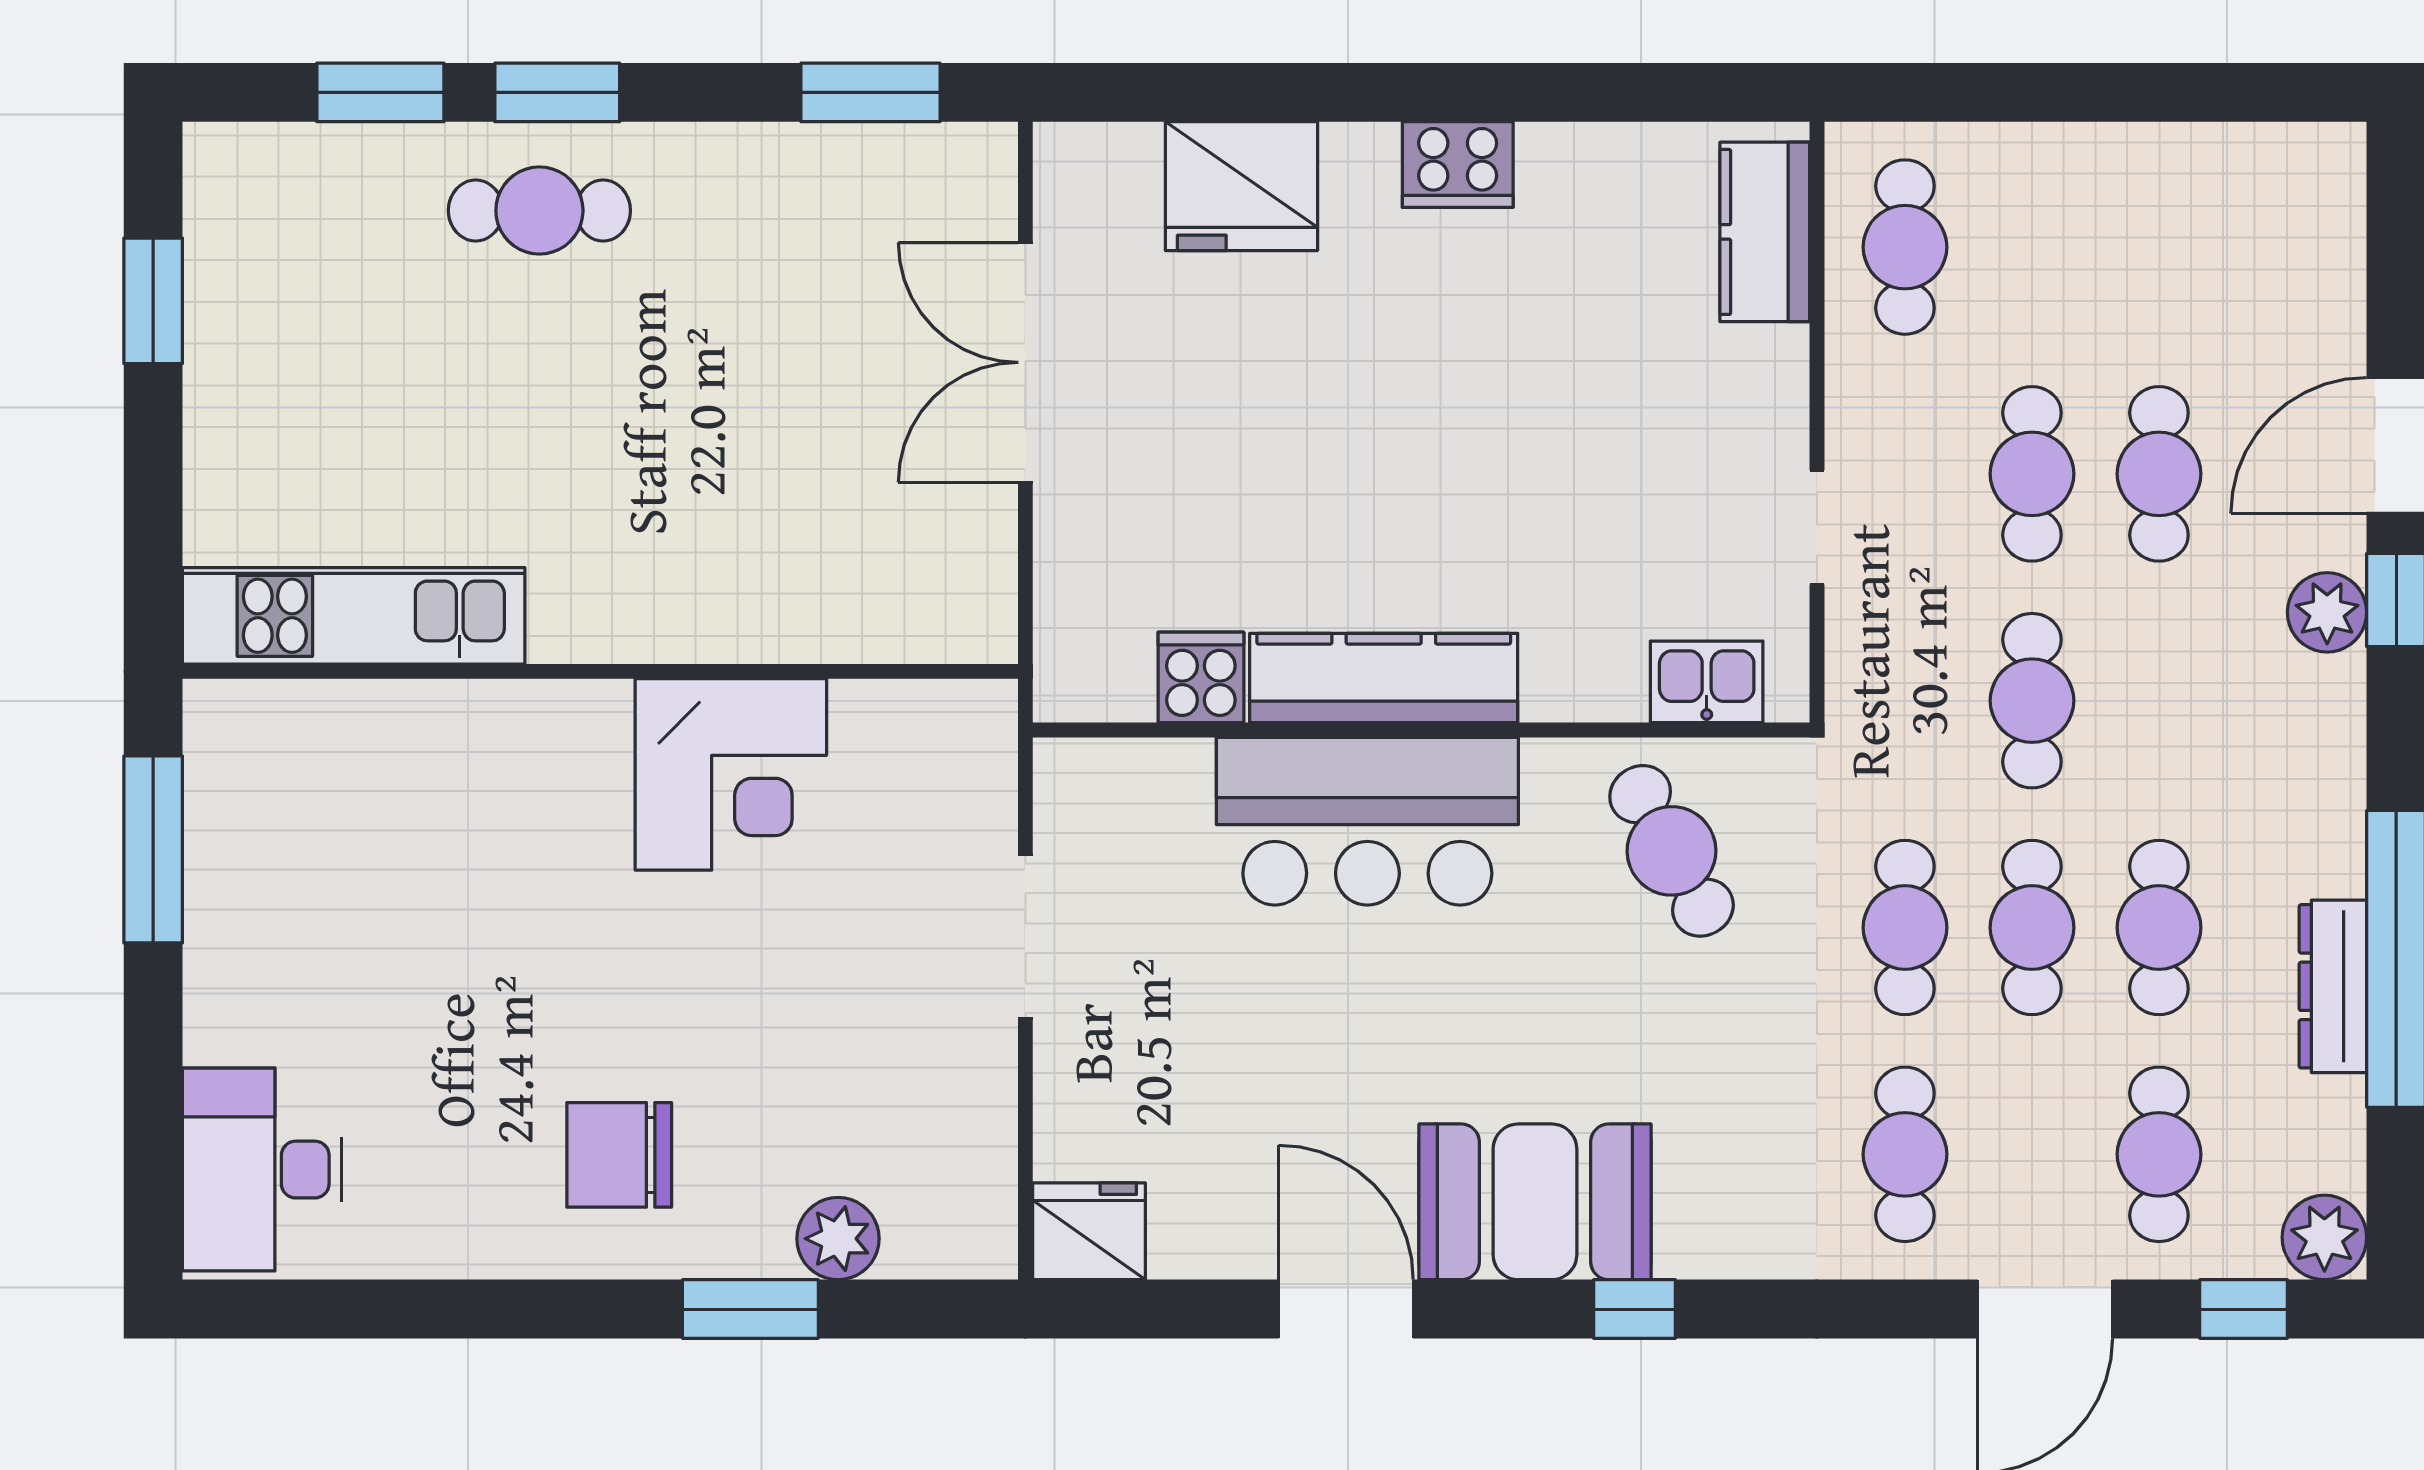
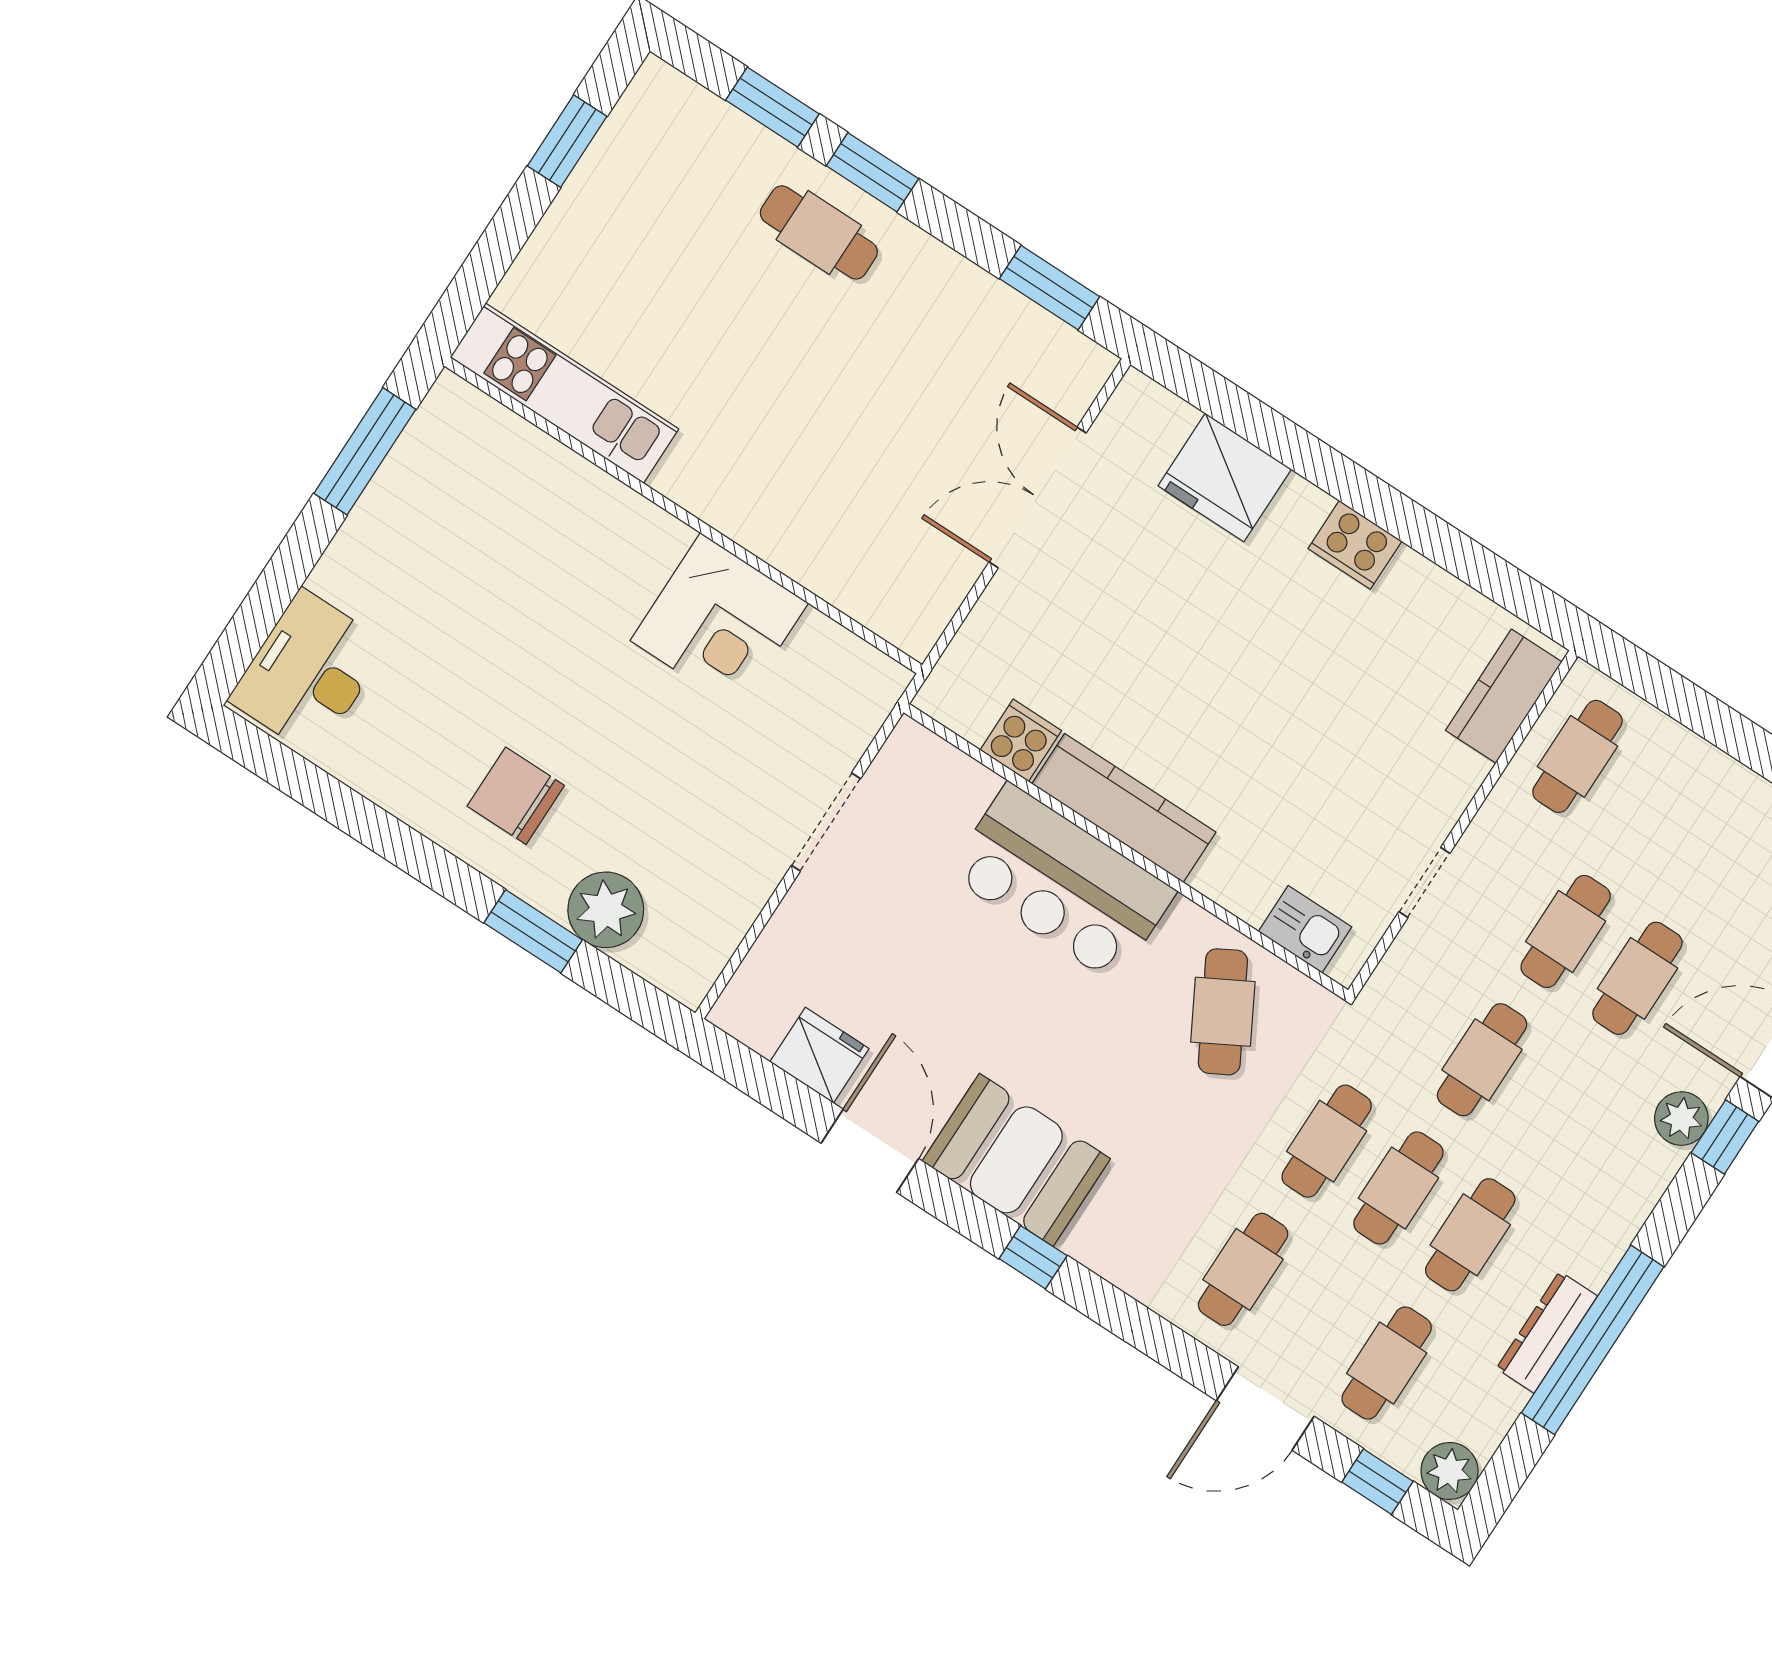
fridge: (1089, 1231) -> (819, 1055), moved
plant: (838, 1239) -> (606, 910), width x1.36, depth x1.36

